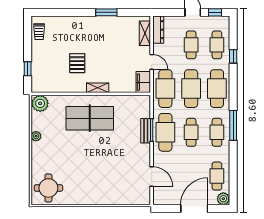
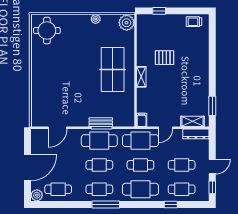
window: (106, 12) -> (212, 106), moved
filing cabinet: (143, 82) -> (142, 120), width x0.50
cafe table: (191, 89) -> (140, 165), width x0.73, depth x0.74
door: (194, 208) -> (28, 168), hinge flipped

